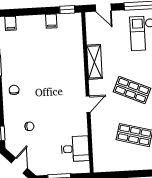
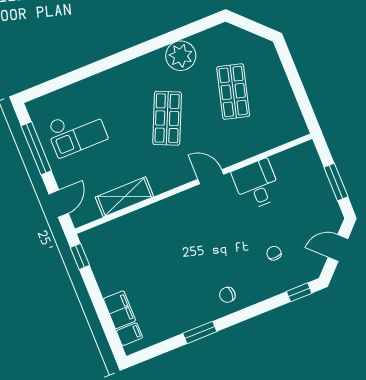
filing cabinet: (51, 21) -> (120, 310), moved, width x2.00
shelving: (94, 62) -> (124, 197), moved
desk: (75, 149) -> (257, 184), moved

